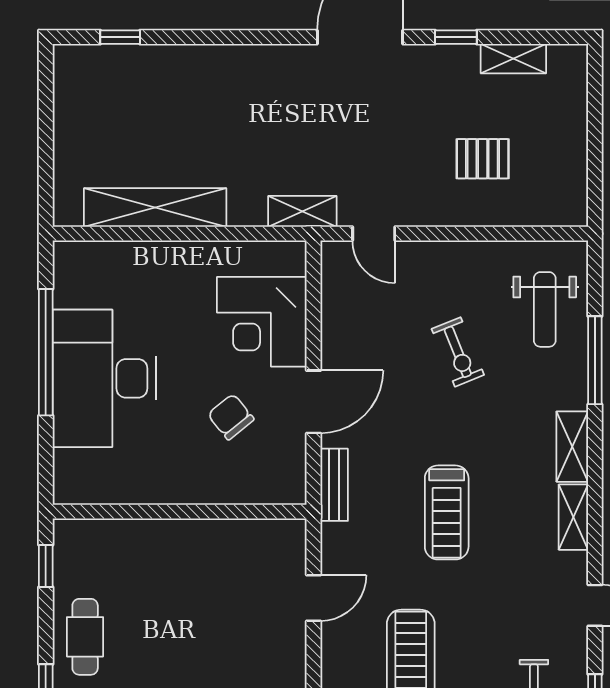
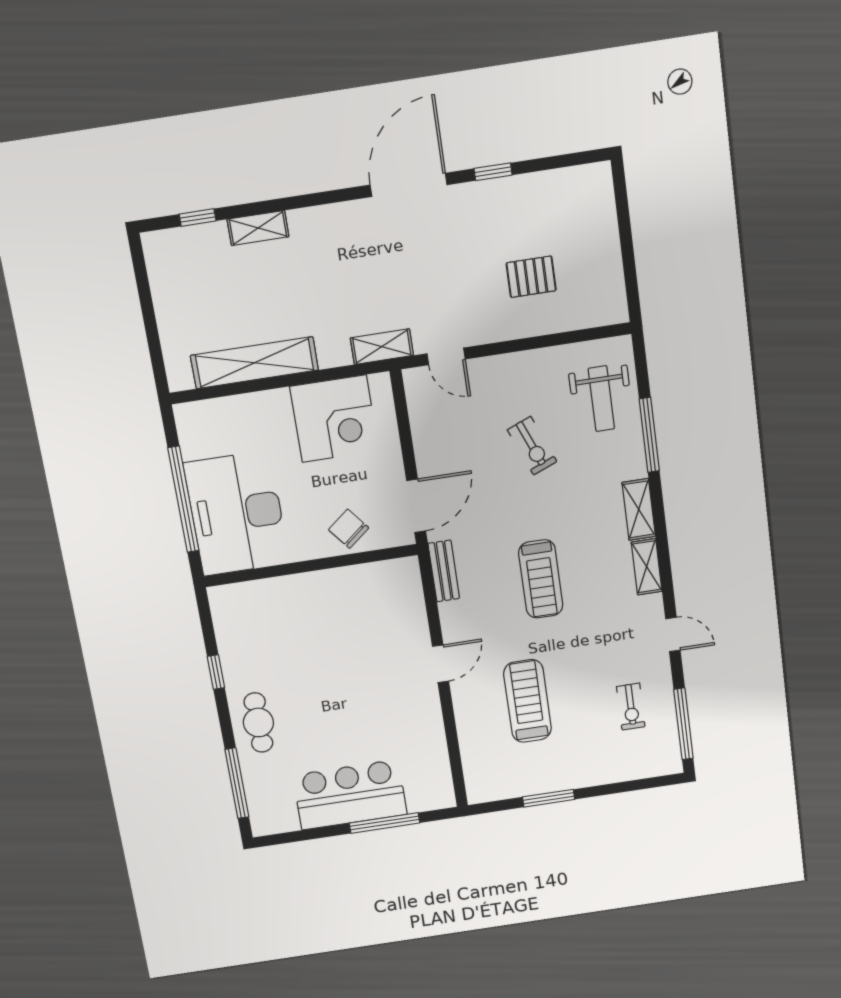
shelving: (513, 59) -> (258, 228), moved
corner desk: (262, 322) -> (334, 419), moved, turned -90
wall: (180, 512) -> (311, 566), moved

